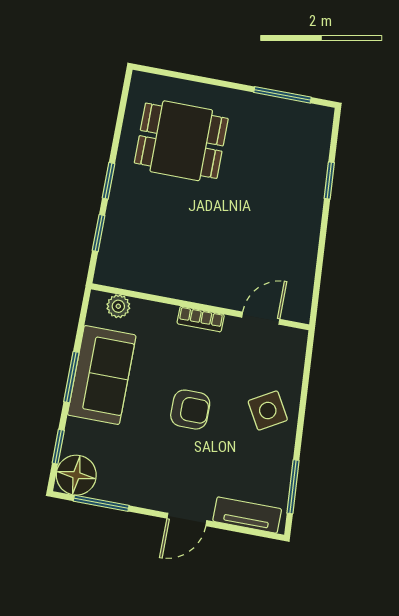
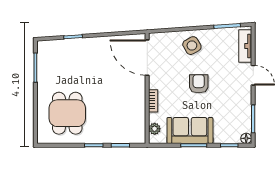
door: (261, 318) -> (147, 58), width x1.87
bookcase: (201, 319) -> (153, 101), moved
floor lamp: (76, 475) -> (246, 138), width x0.53, depth x0.53

